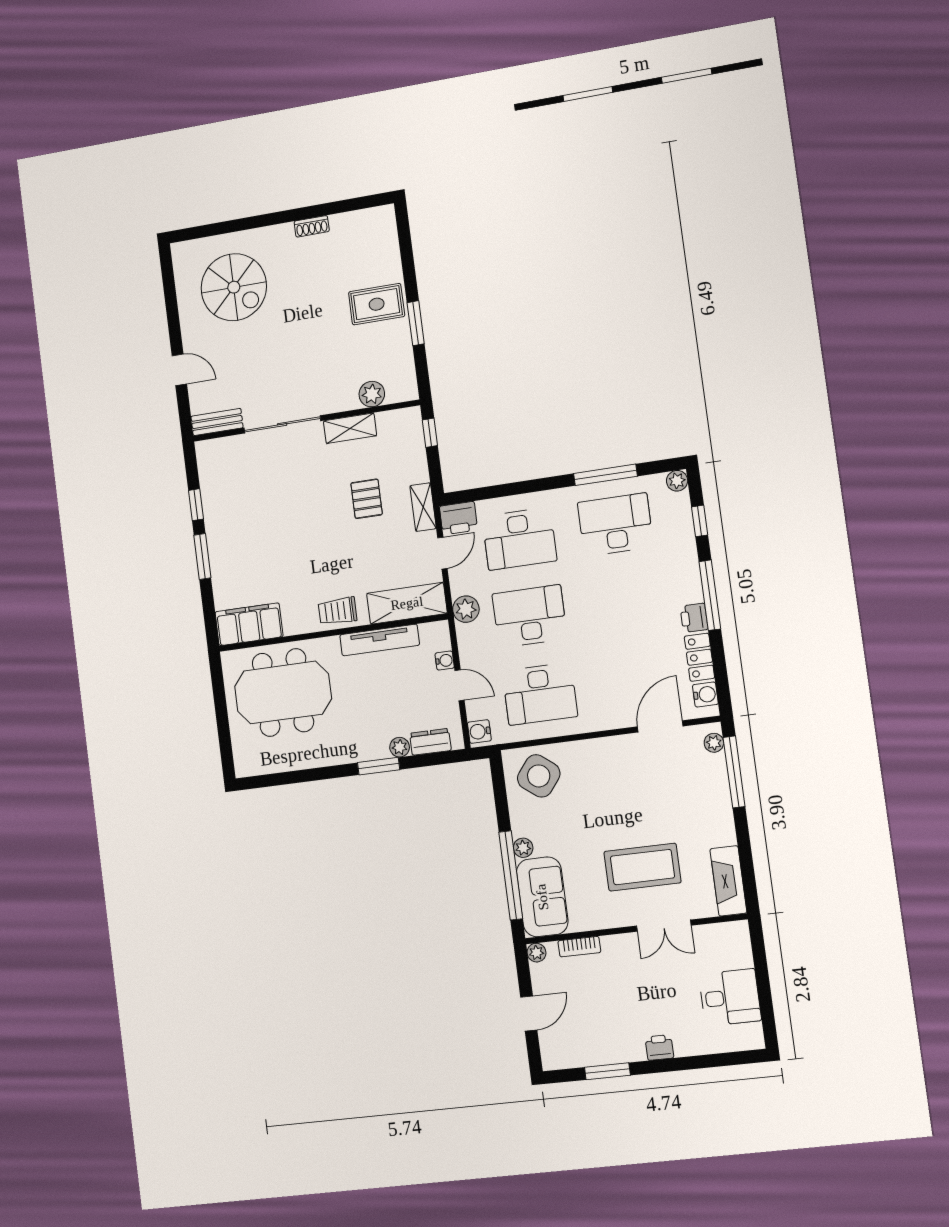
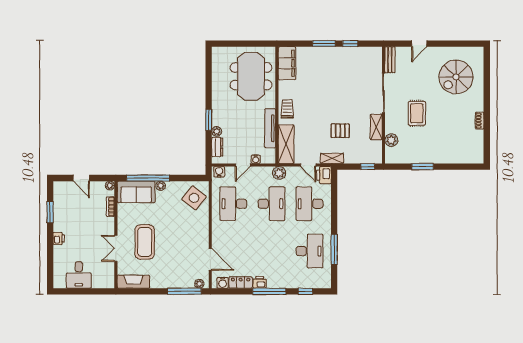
rug: (377, 304) -> (417, 113), moved
plant: (677, 481) -> (326, 283), removed

